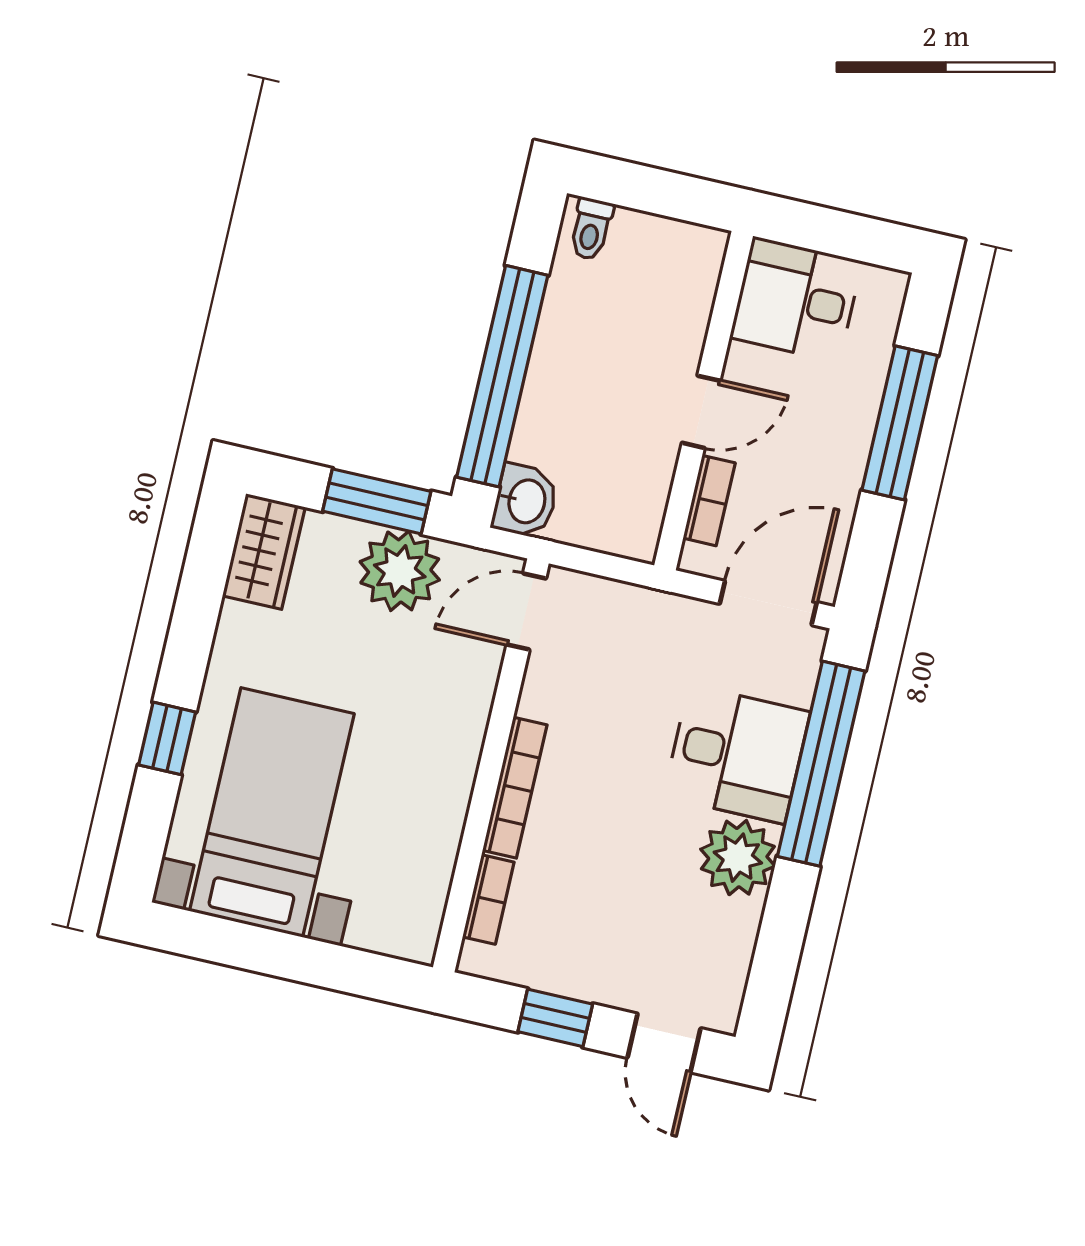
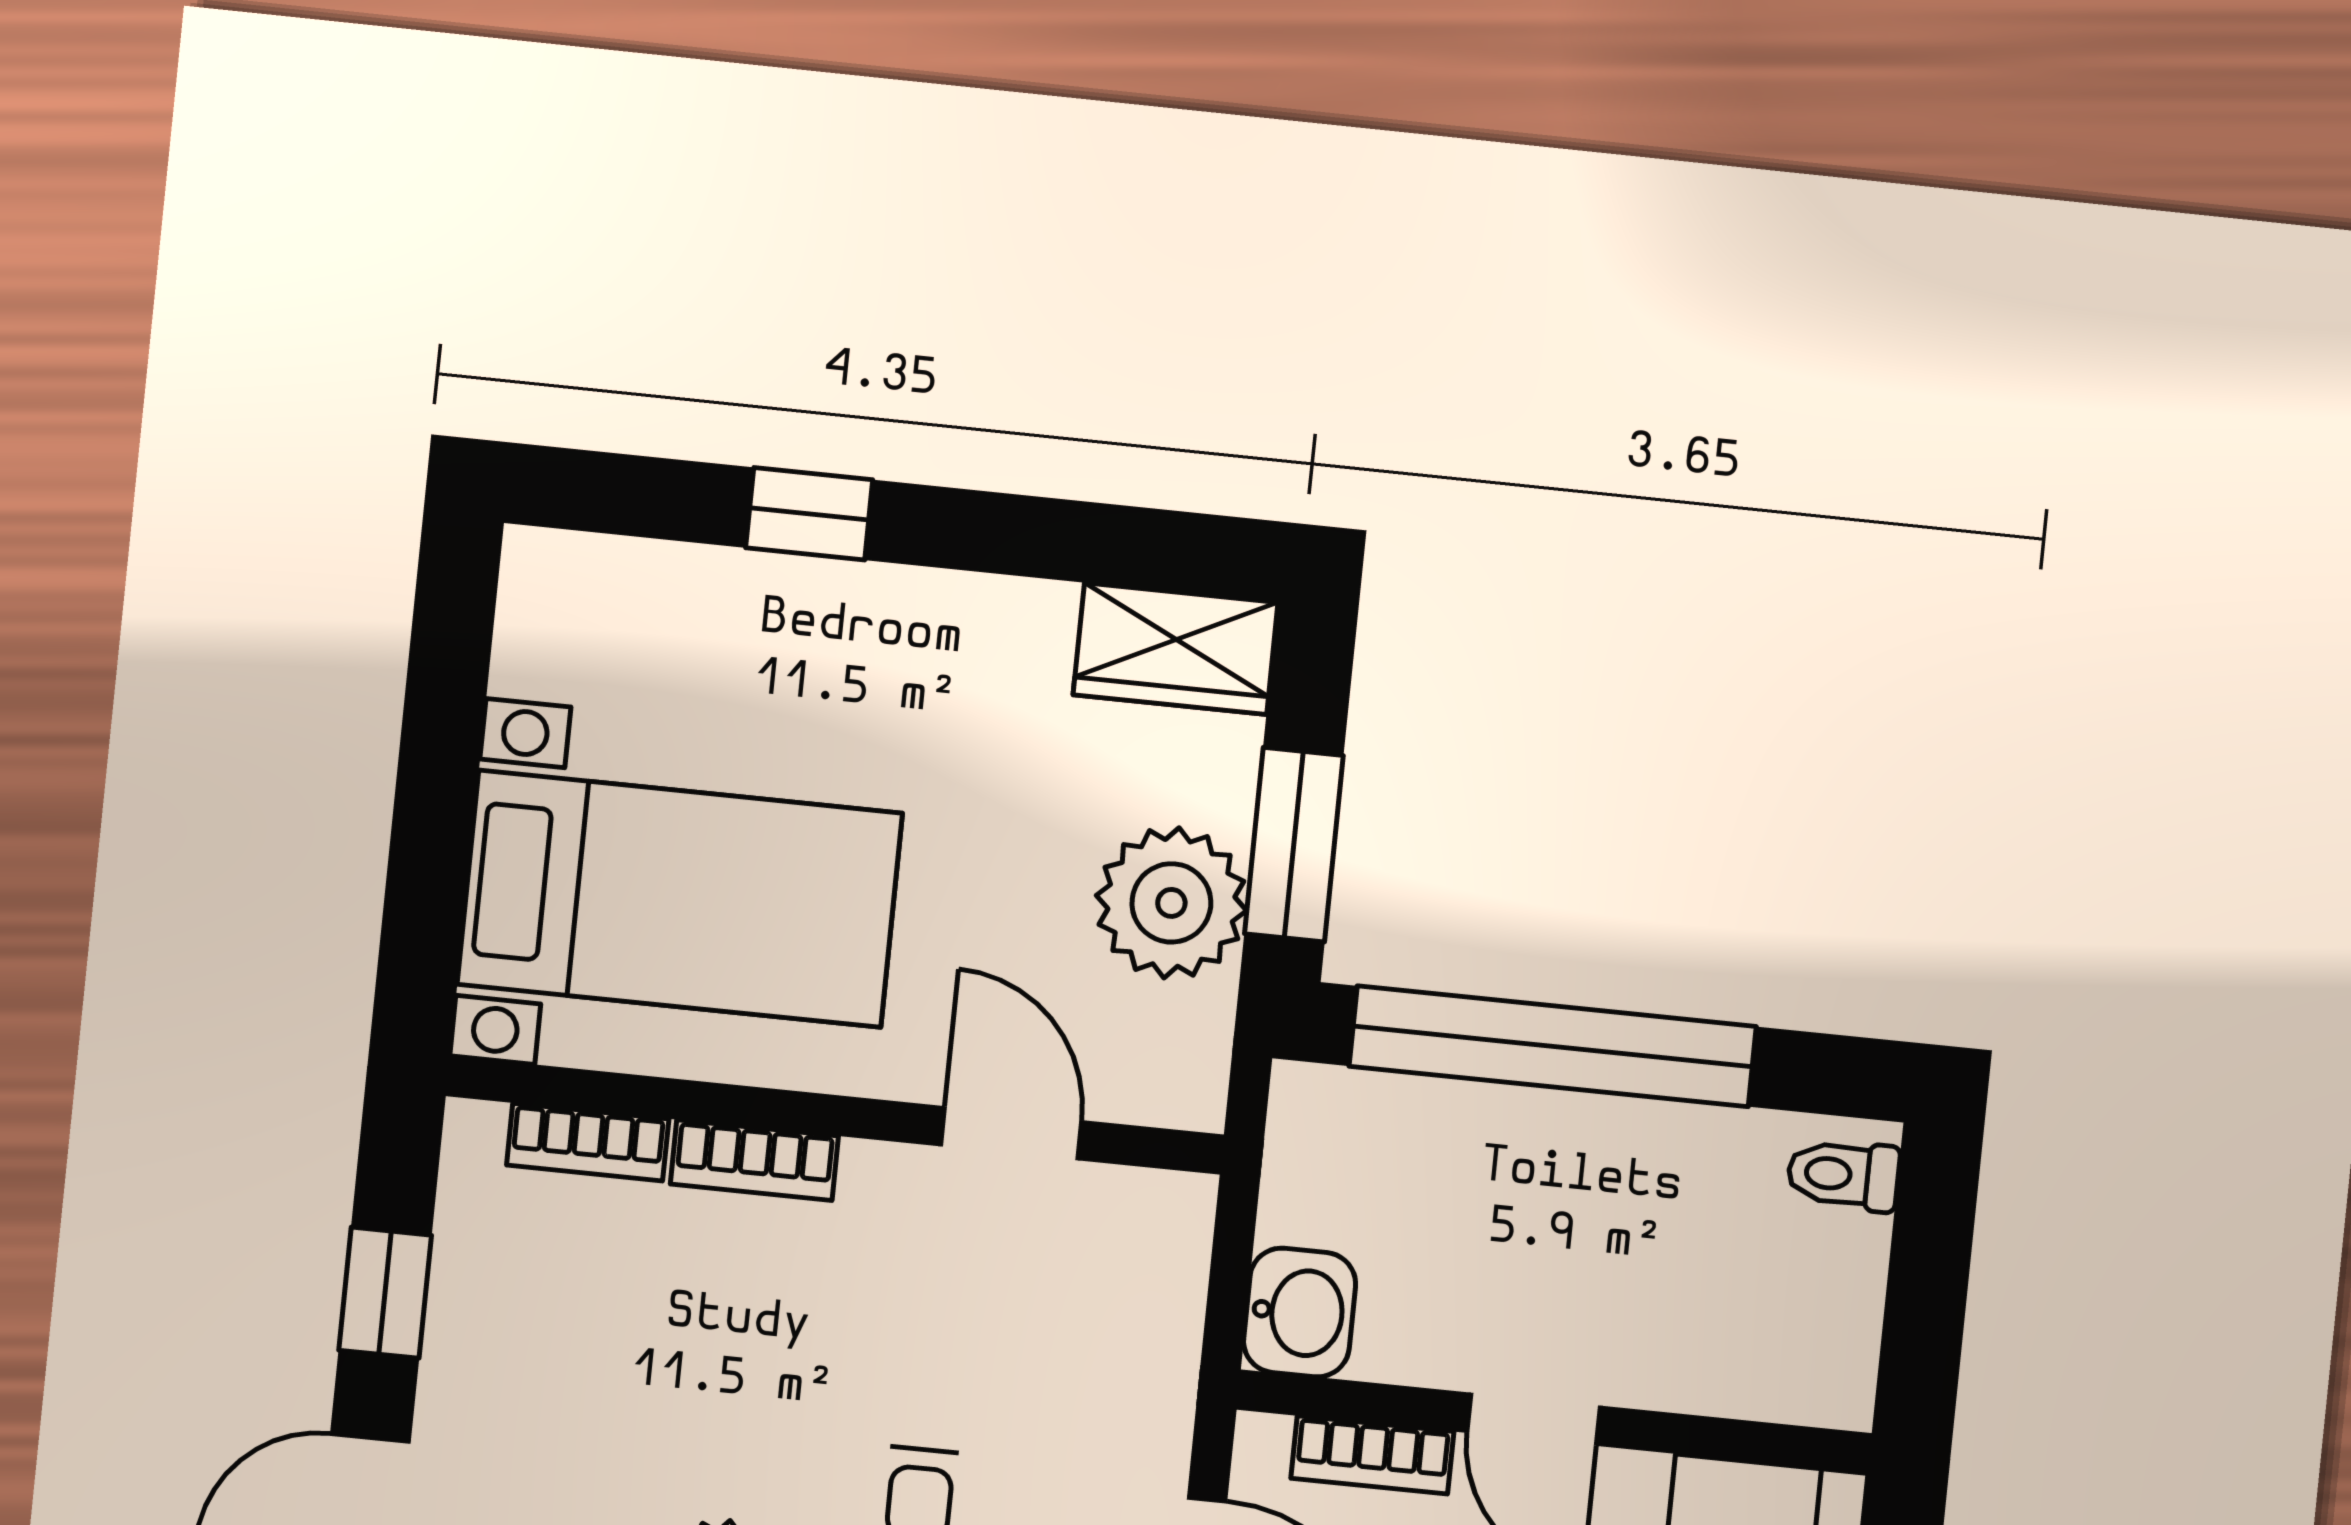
washbasin: (525, 501) -> (1300, 1313), moved, turned -90
door: (526, 611) -> (1011, 1133), moved
bookcase: (515, 788) -> (754, 1160), width x0.64
bed with nightstands: (272, 812) -> (680, 899), moved

